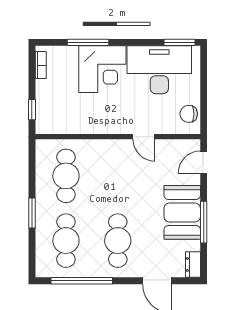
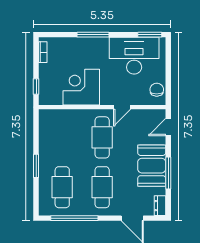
window: (88, 42) -> (93, 35), moved
corner desk: (102, 69) -> (81, 87), moved, turned 180
chair: (189, 114) -> (157, 90), turned 90
door: (144, 137) -> (122, 107), hinge flipped
cafe table: (66, 176) -> (102, 137), moved

